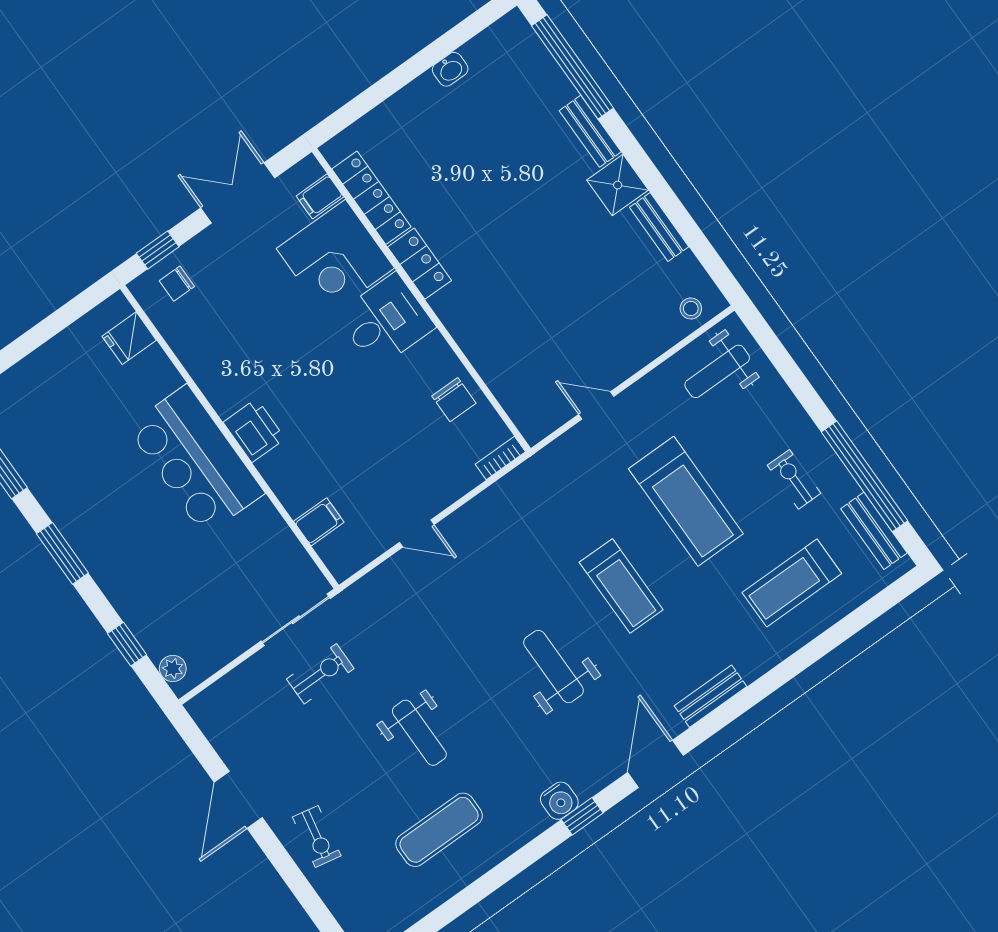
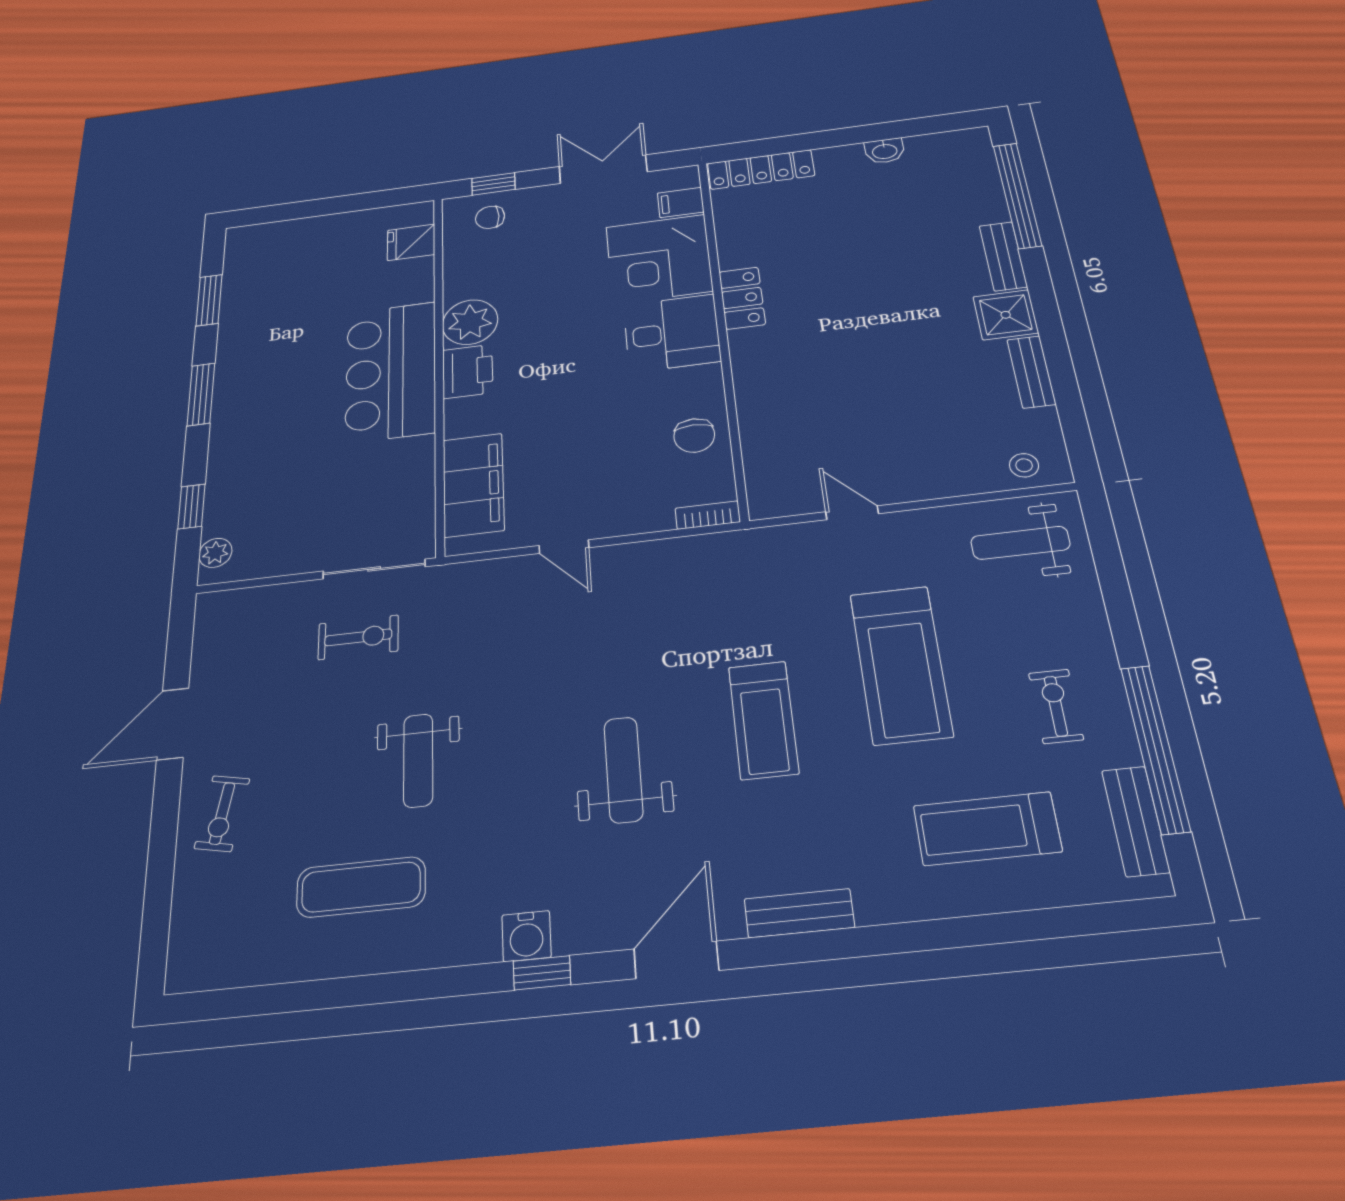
locker: (371, 198) -> (761, 169), moved, turned 90
plant: (227, 387) -> (470, 322), added
filing cabinet: (319, 522) -> (473, 485), width x3.00, depth x1.17

